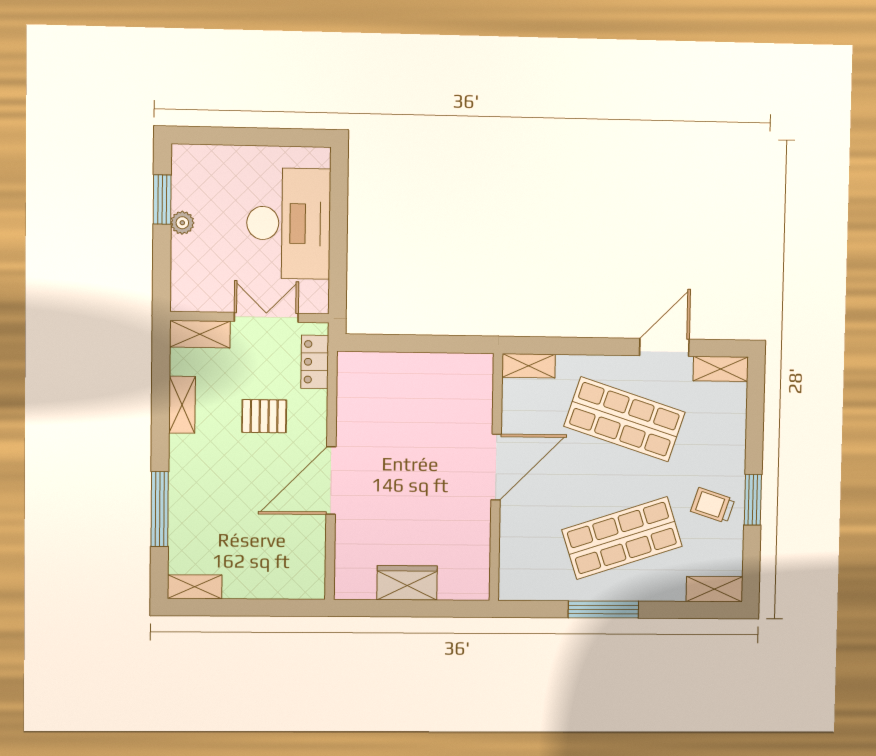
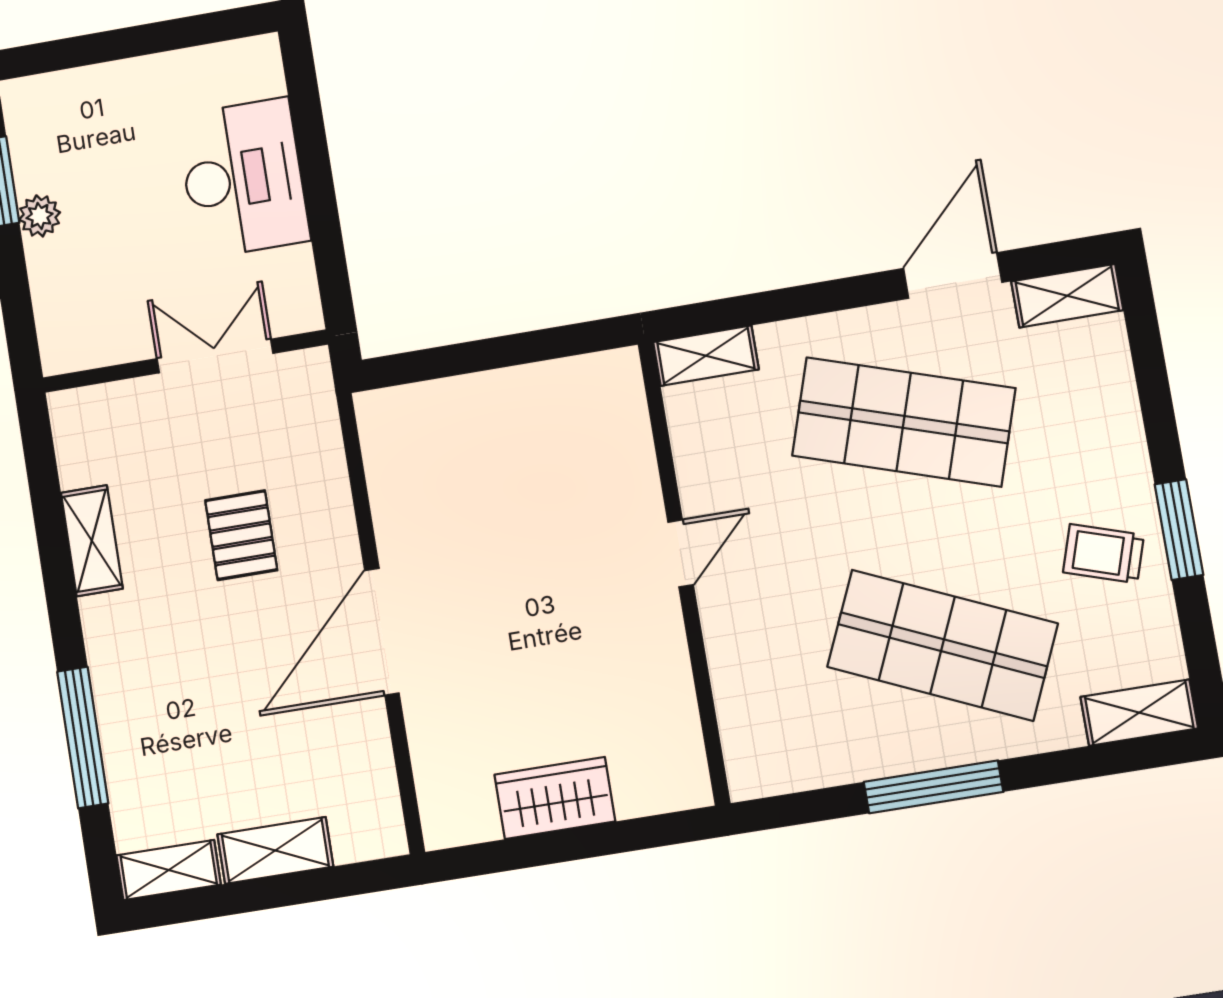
desk: (289, 223) -> (243, 178), width x0.73, depth x0.77
shelving: (200, 334) -> (275, 850), moved
locker: (315, 362) -> (315, 420), removed
pallet: (264, 416) -> (241, 535), turned 90
door: (496, 467) -> (681, 553), width x0.53
shop shelf: (622, 538) -> (942, 645), turned 42

